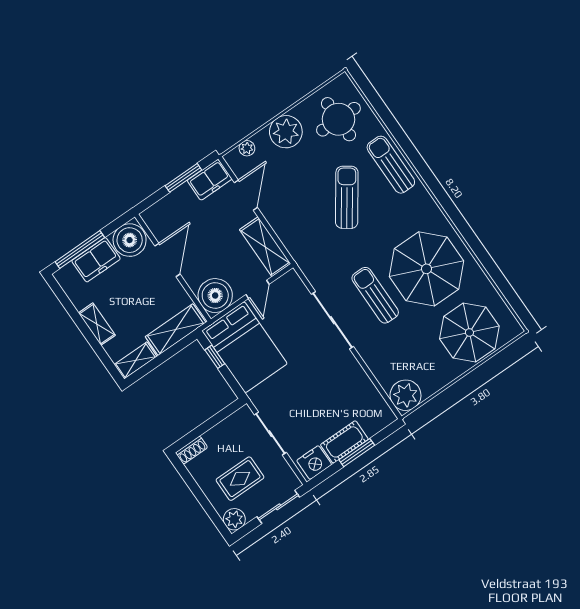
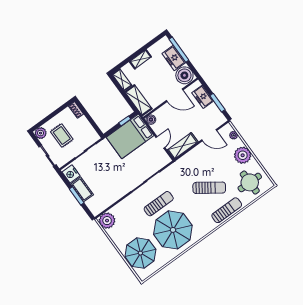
freezer: (210, 180) -> (203, 97), moved
door: (258, 289) -> (160, 142), swing flipped
boiler: (215, 296) -> (151, 120), width x0.54, depth x0.54

